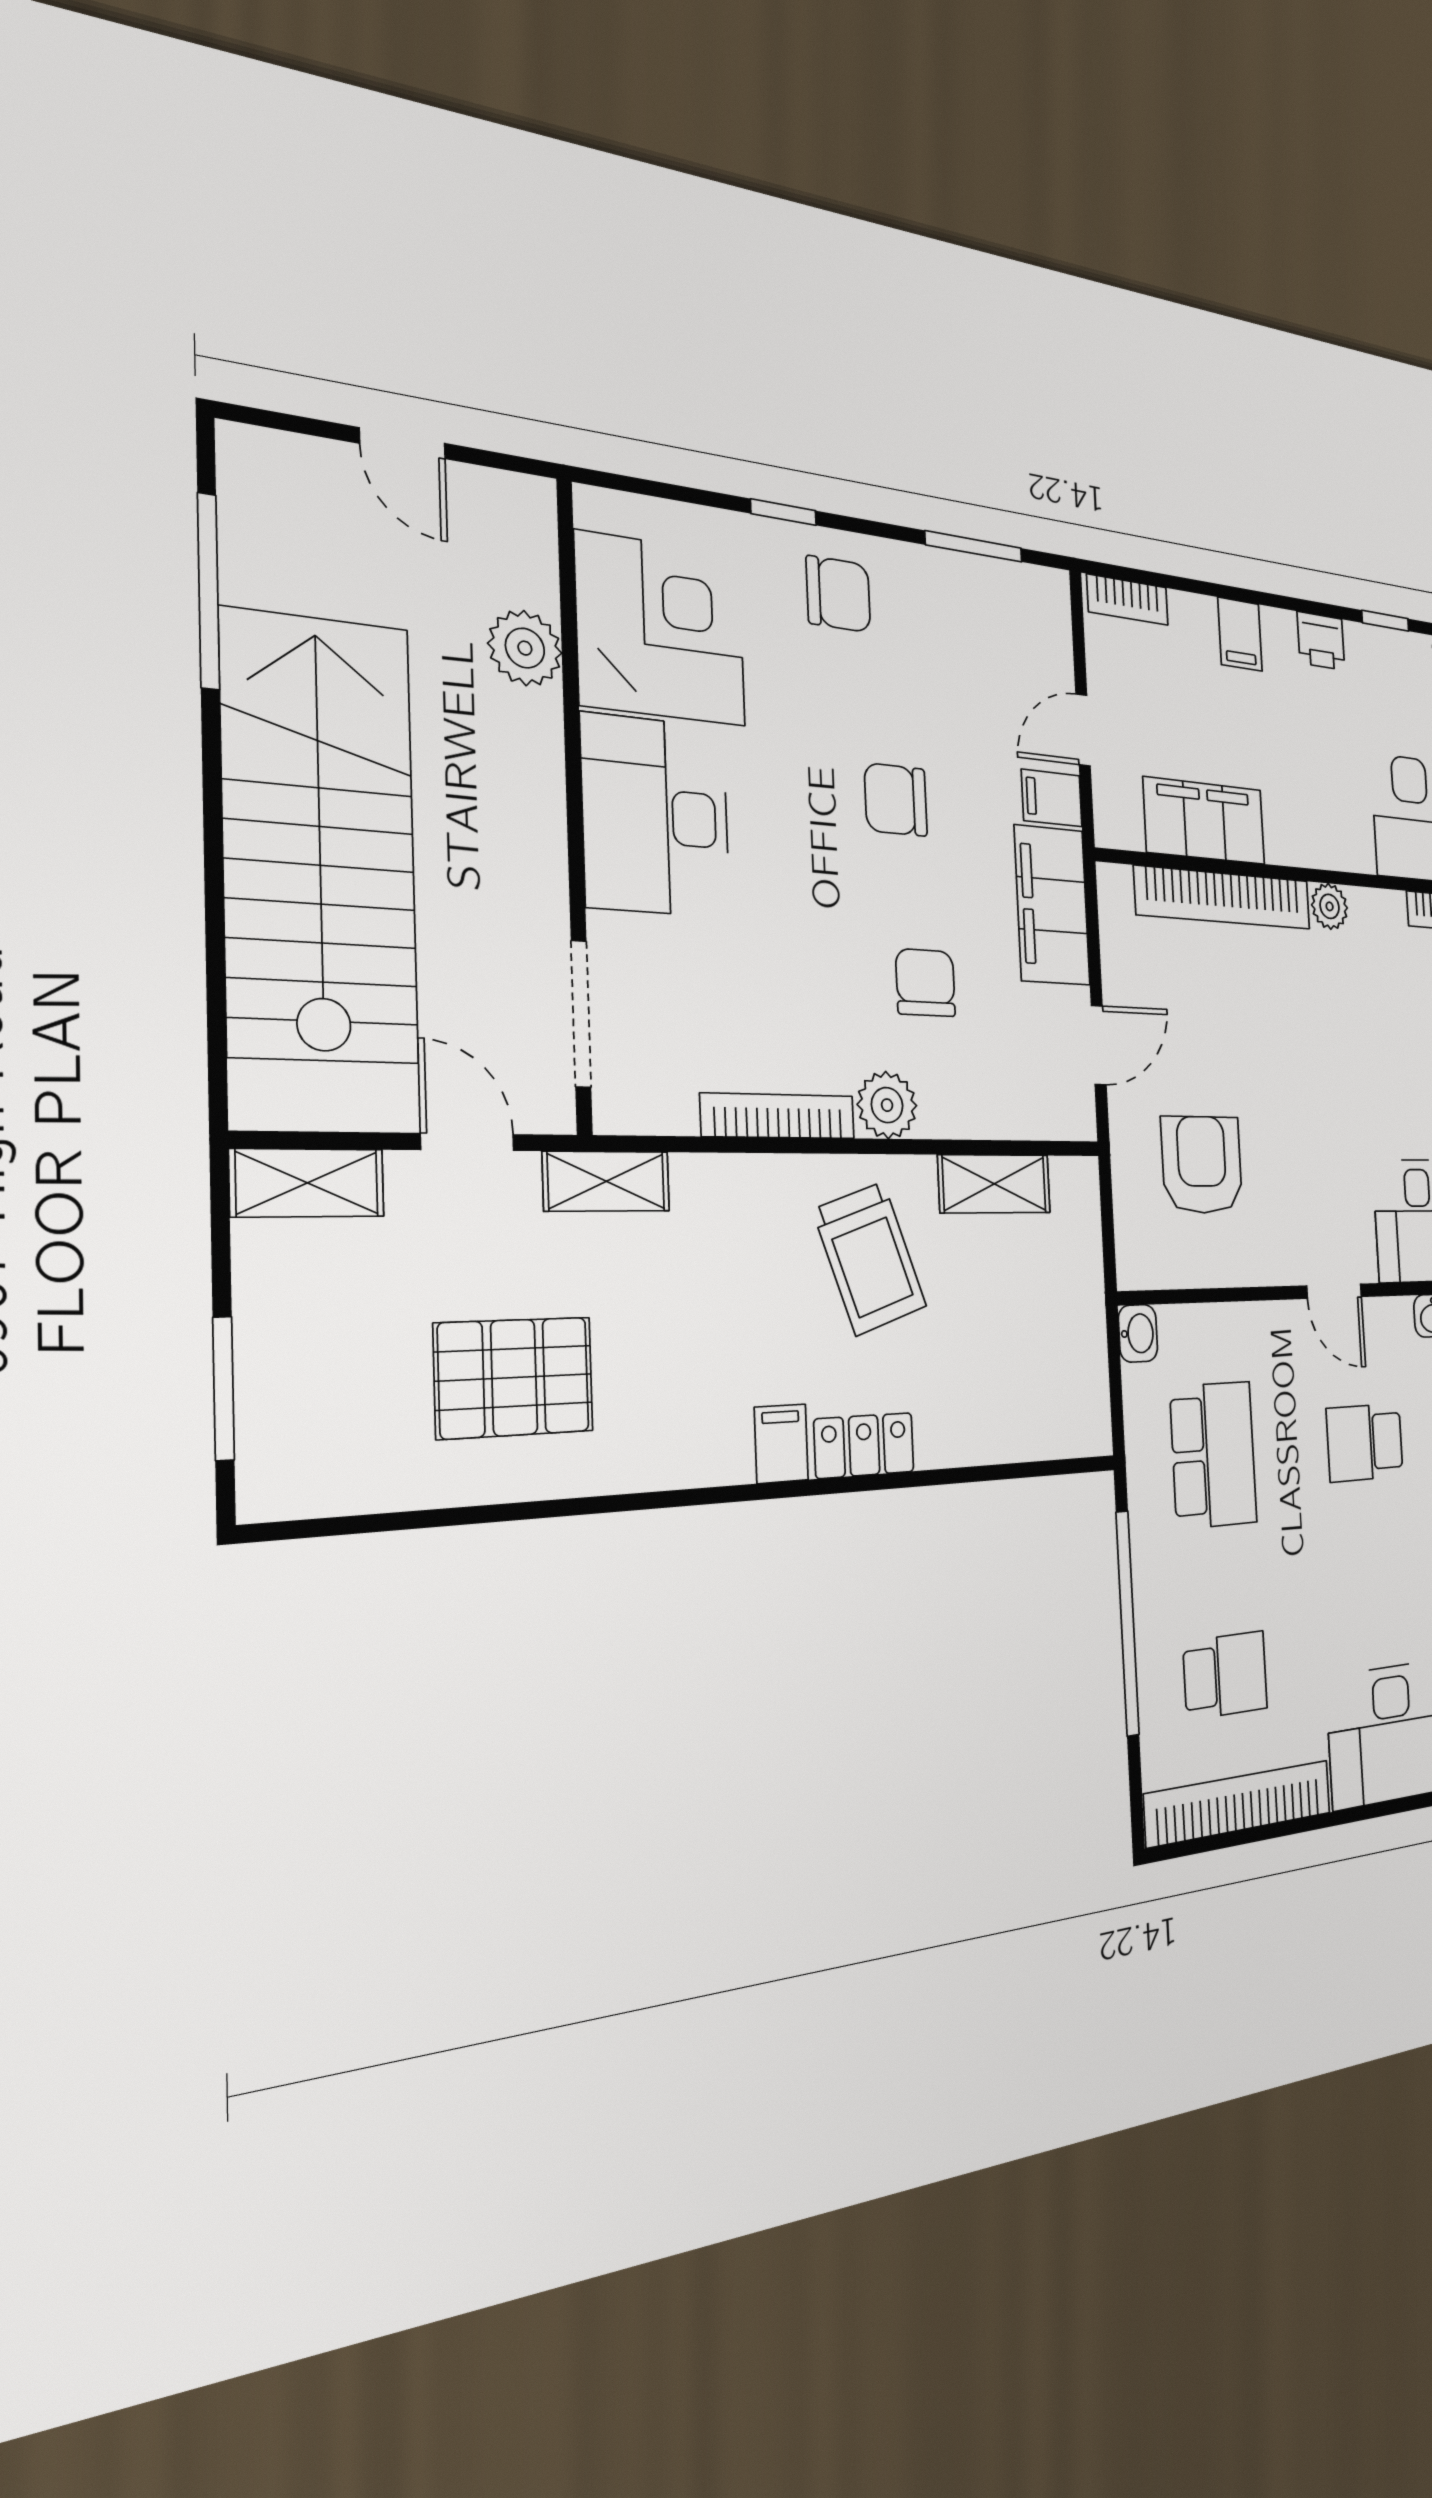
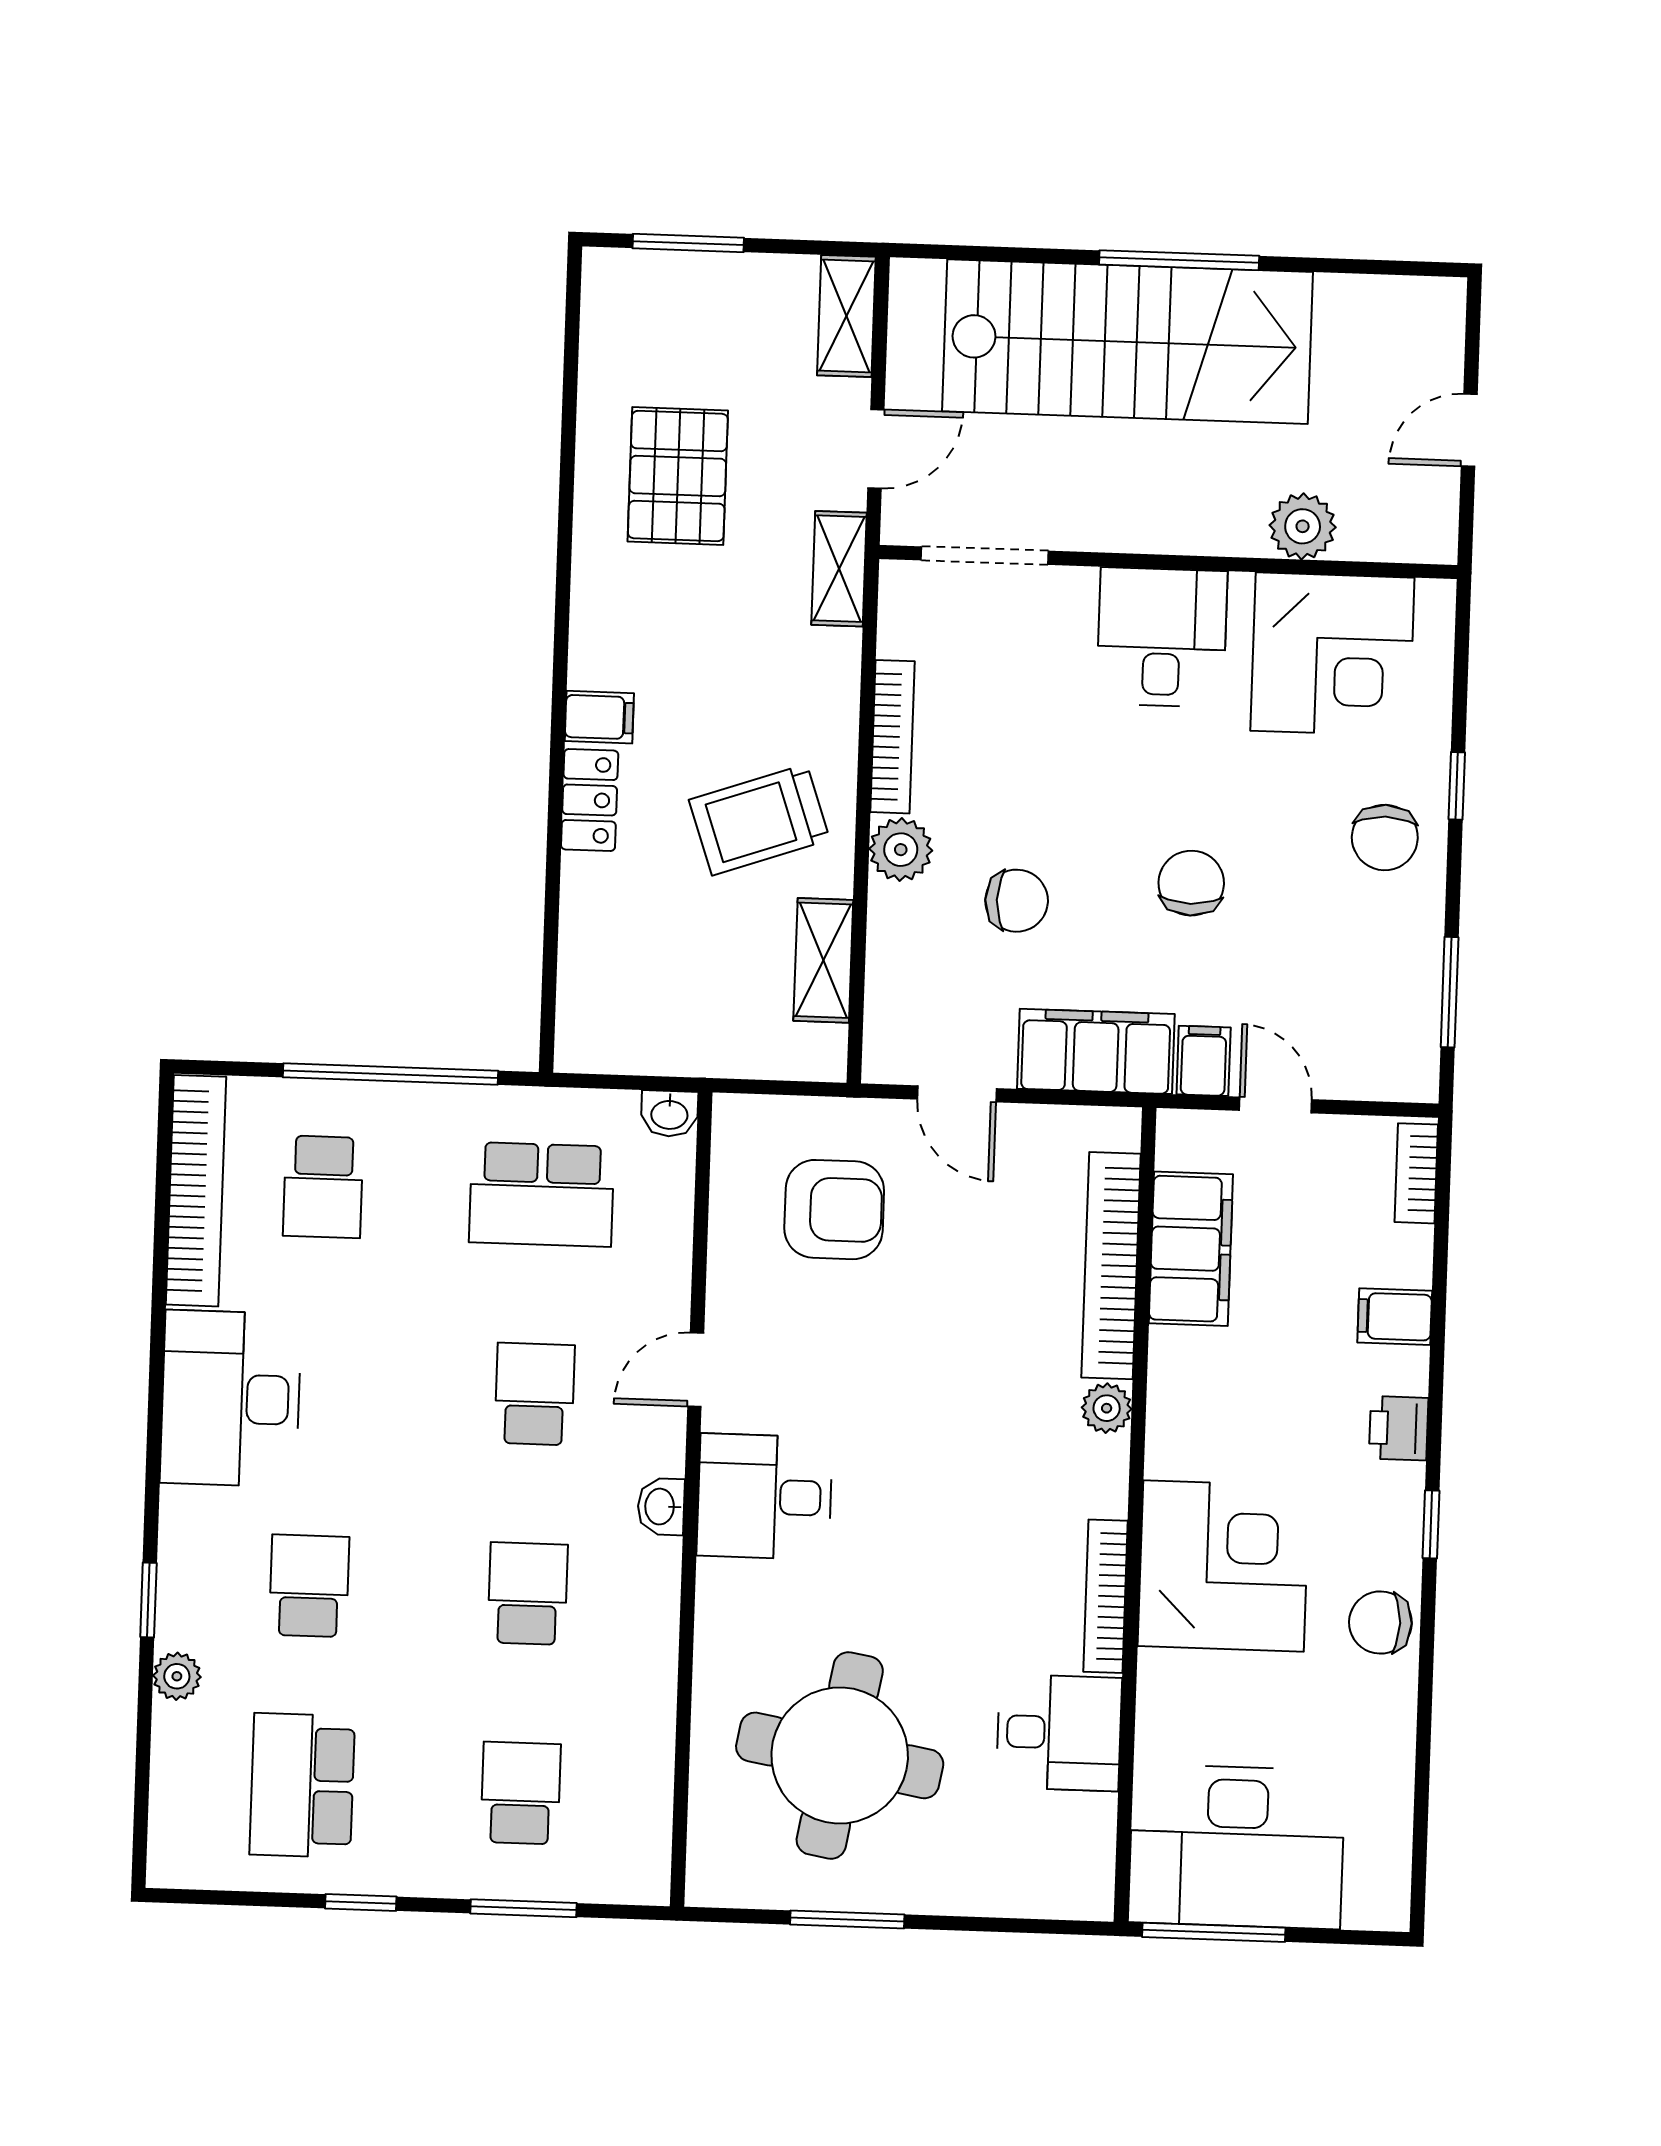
window: (208, 591) -> (1179, 260), moved
desk: (656, 816) -> (1162, 637), width x0.73

